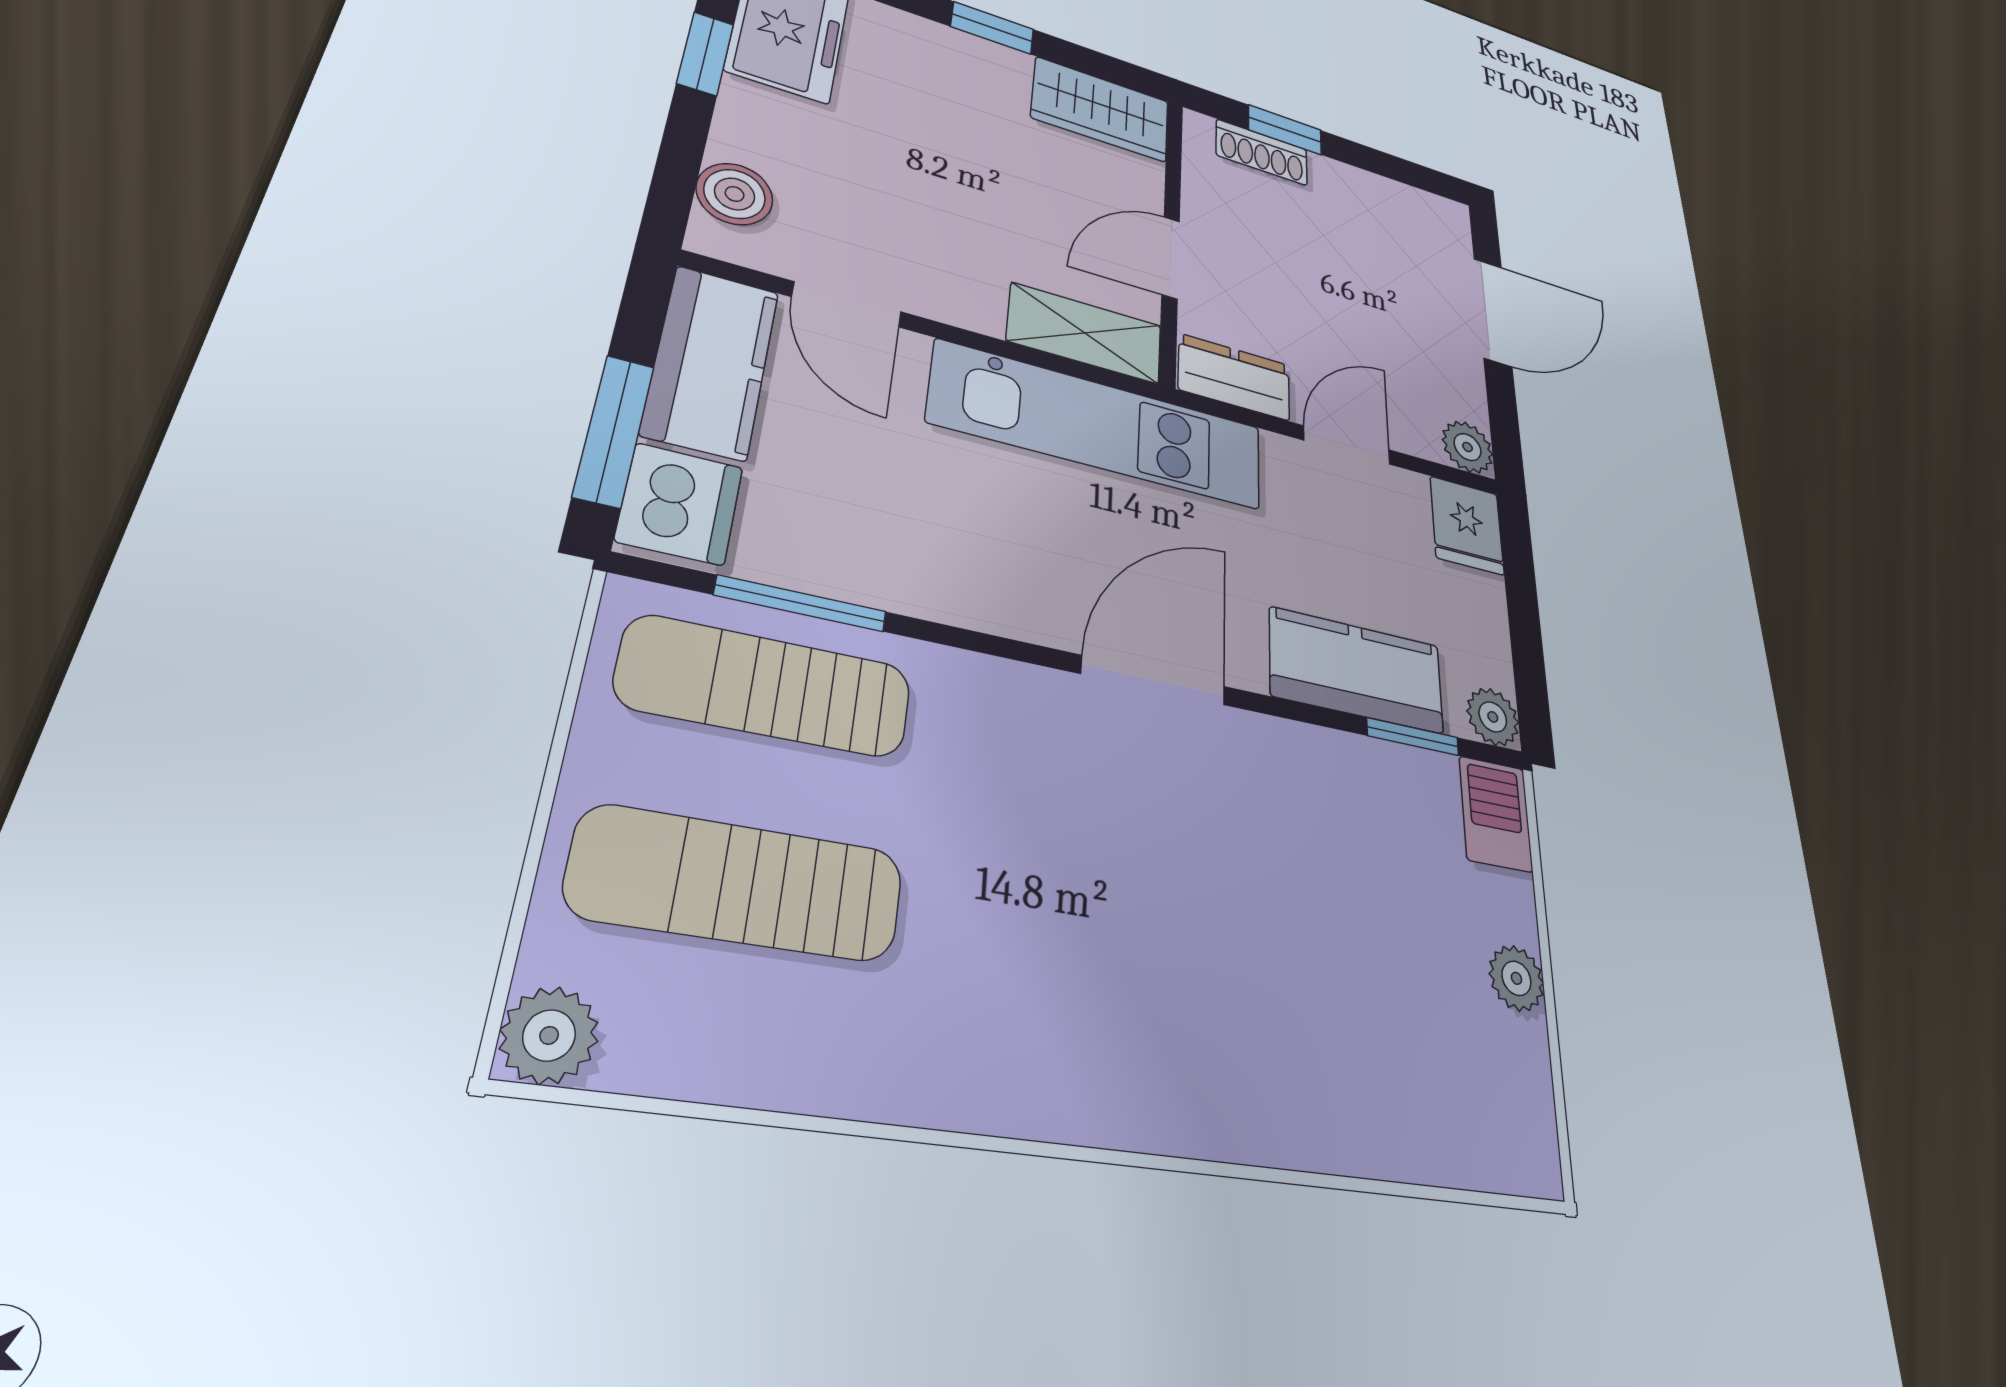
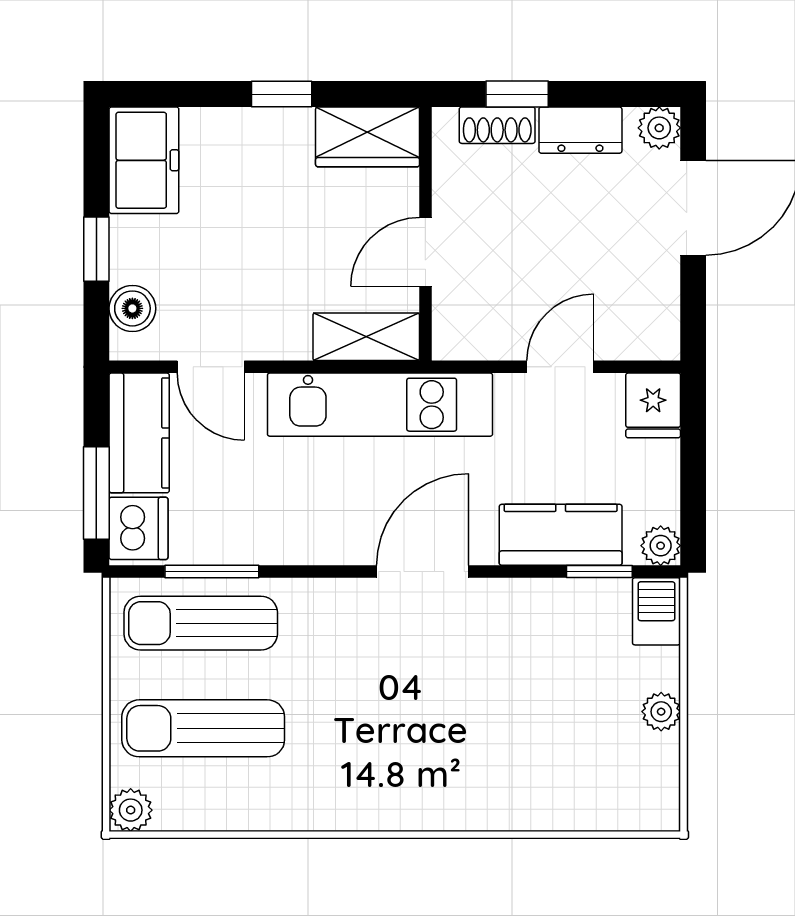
window: (705, 54) -> (96, 249), moved
dresser: (1234, 377) -> (580, 130), moved, turned 180
plant: (1467, 447) -> (659, 128), moved

